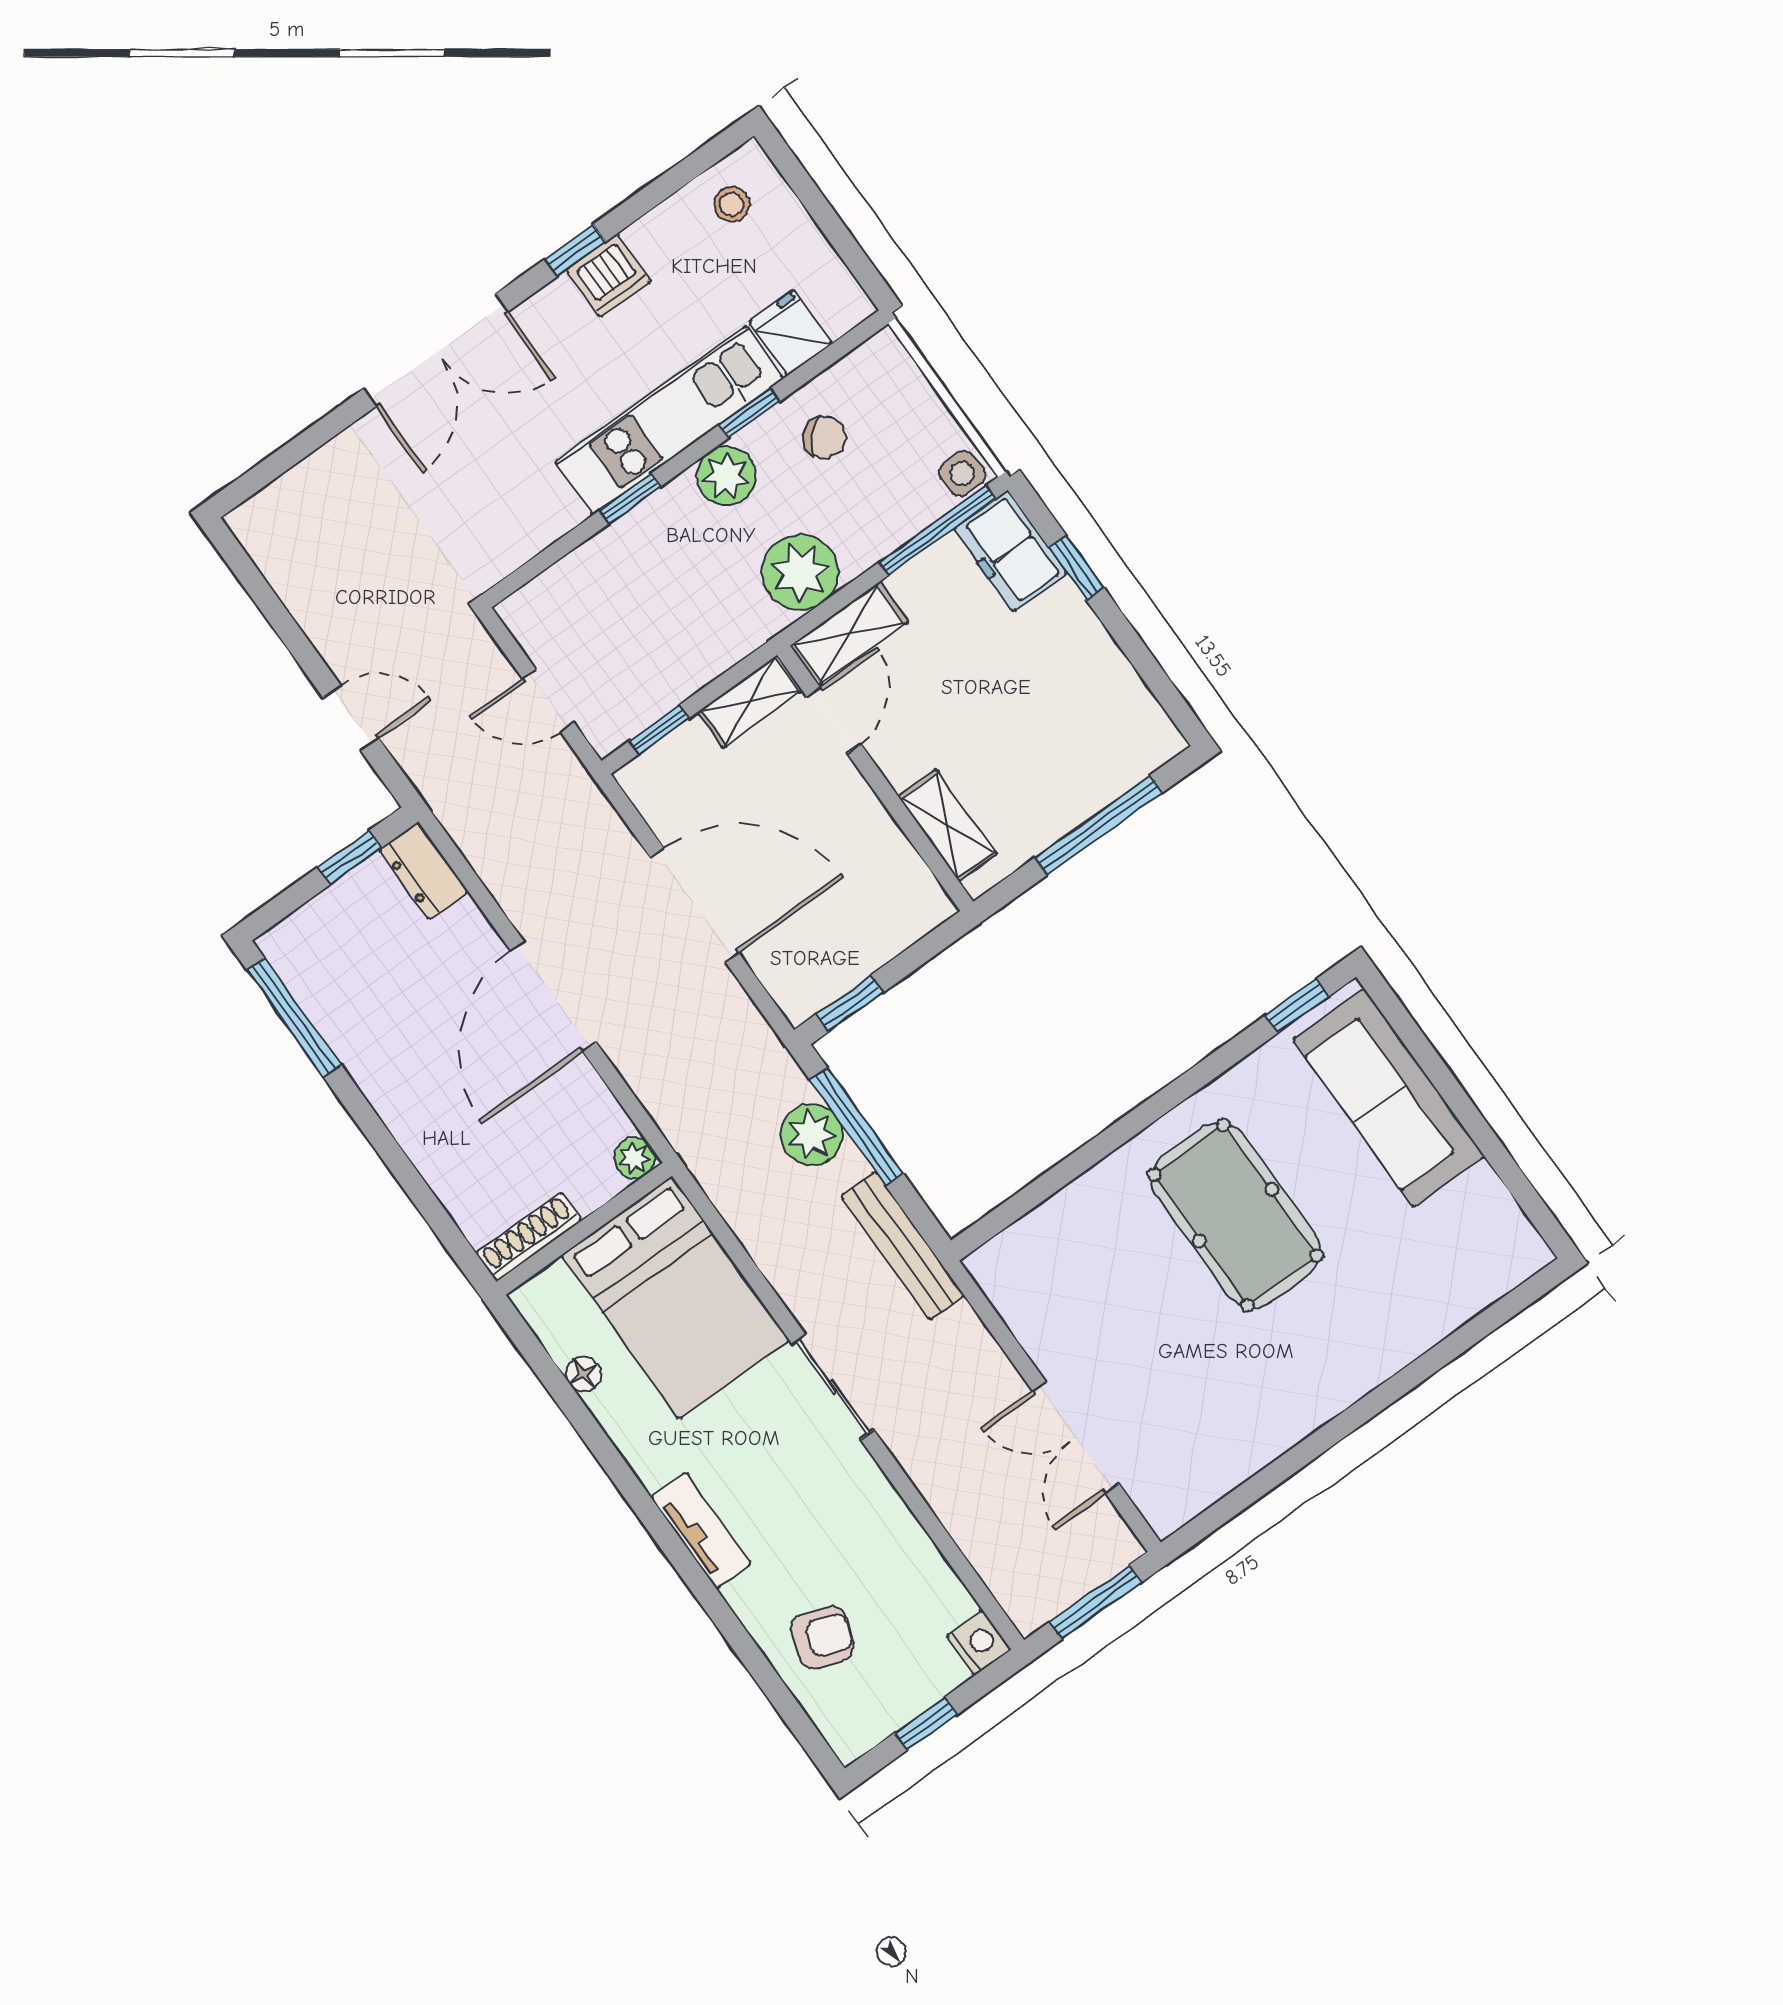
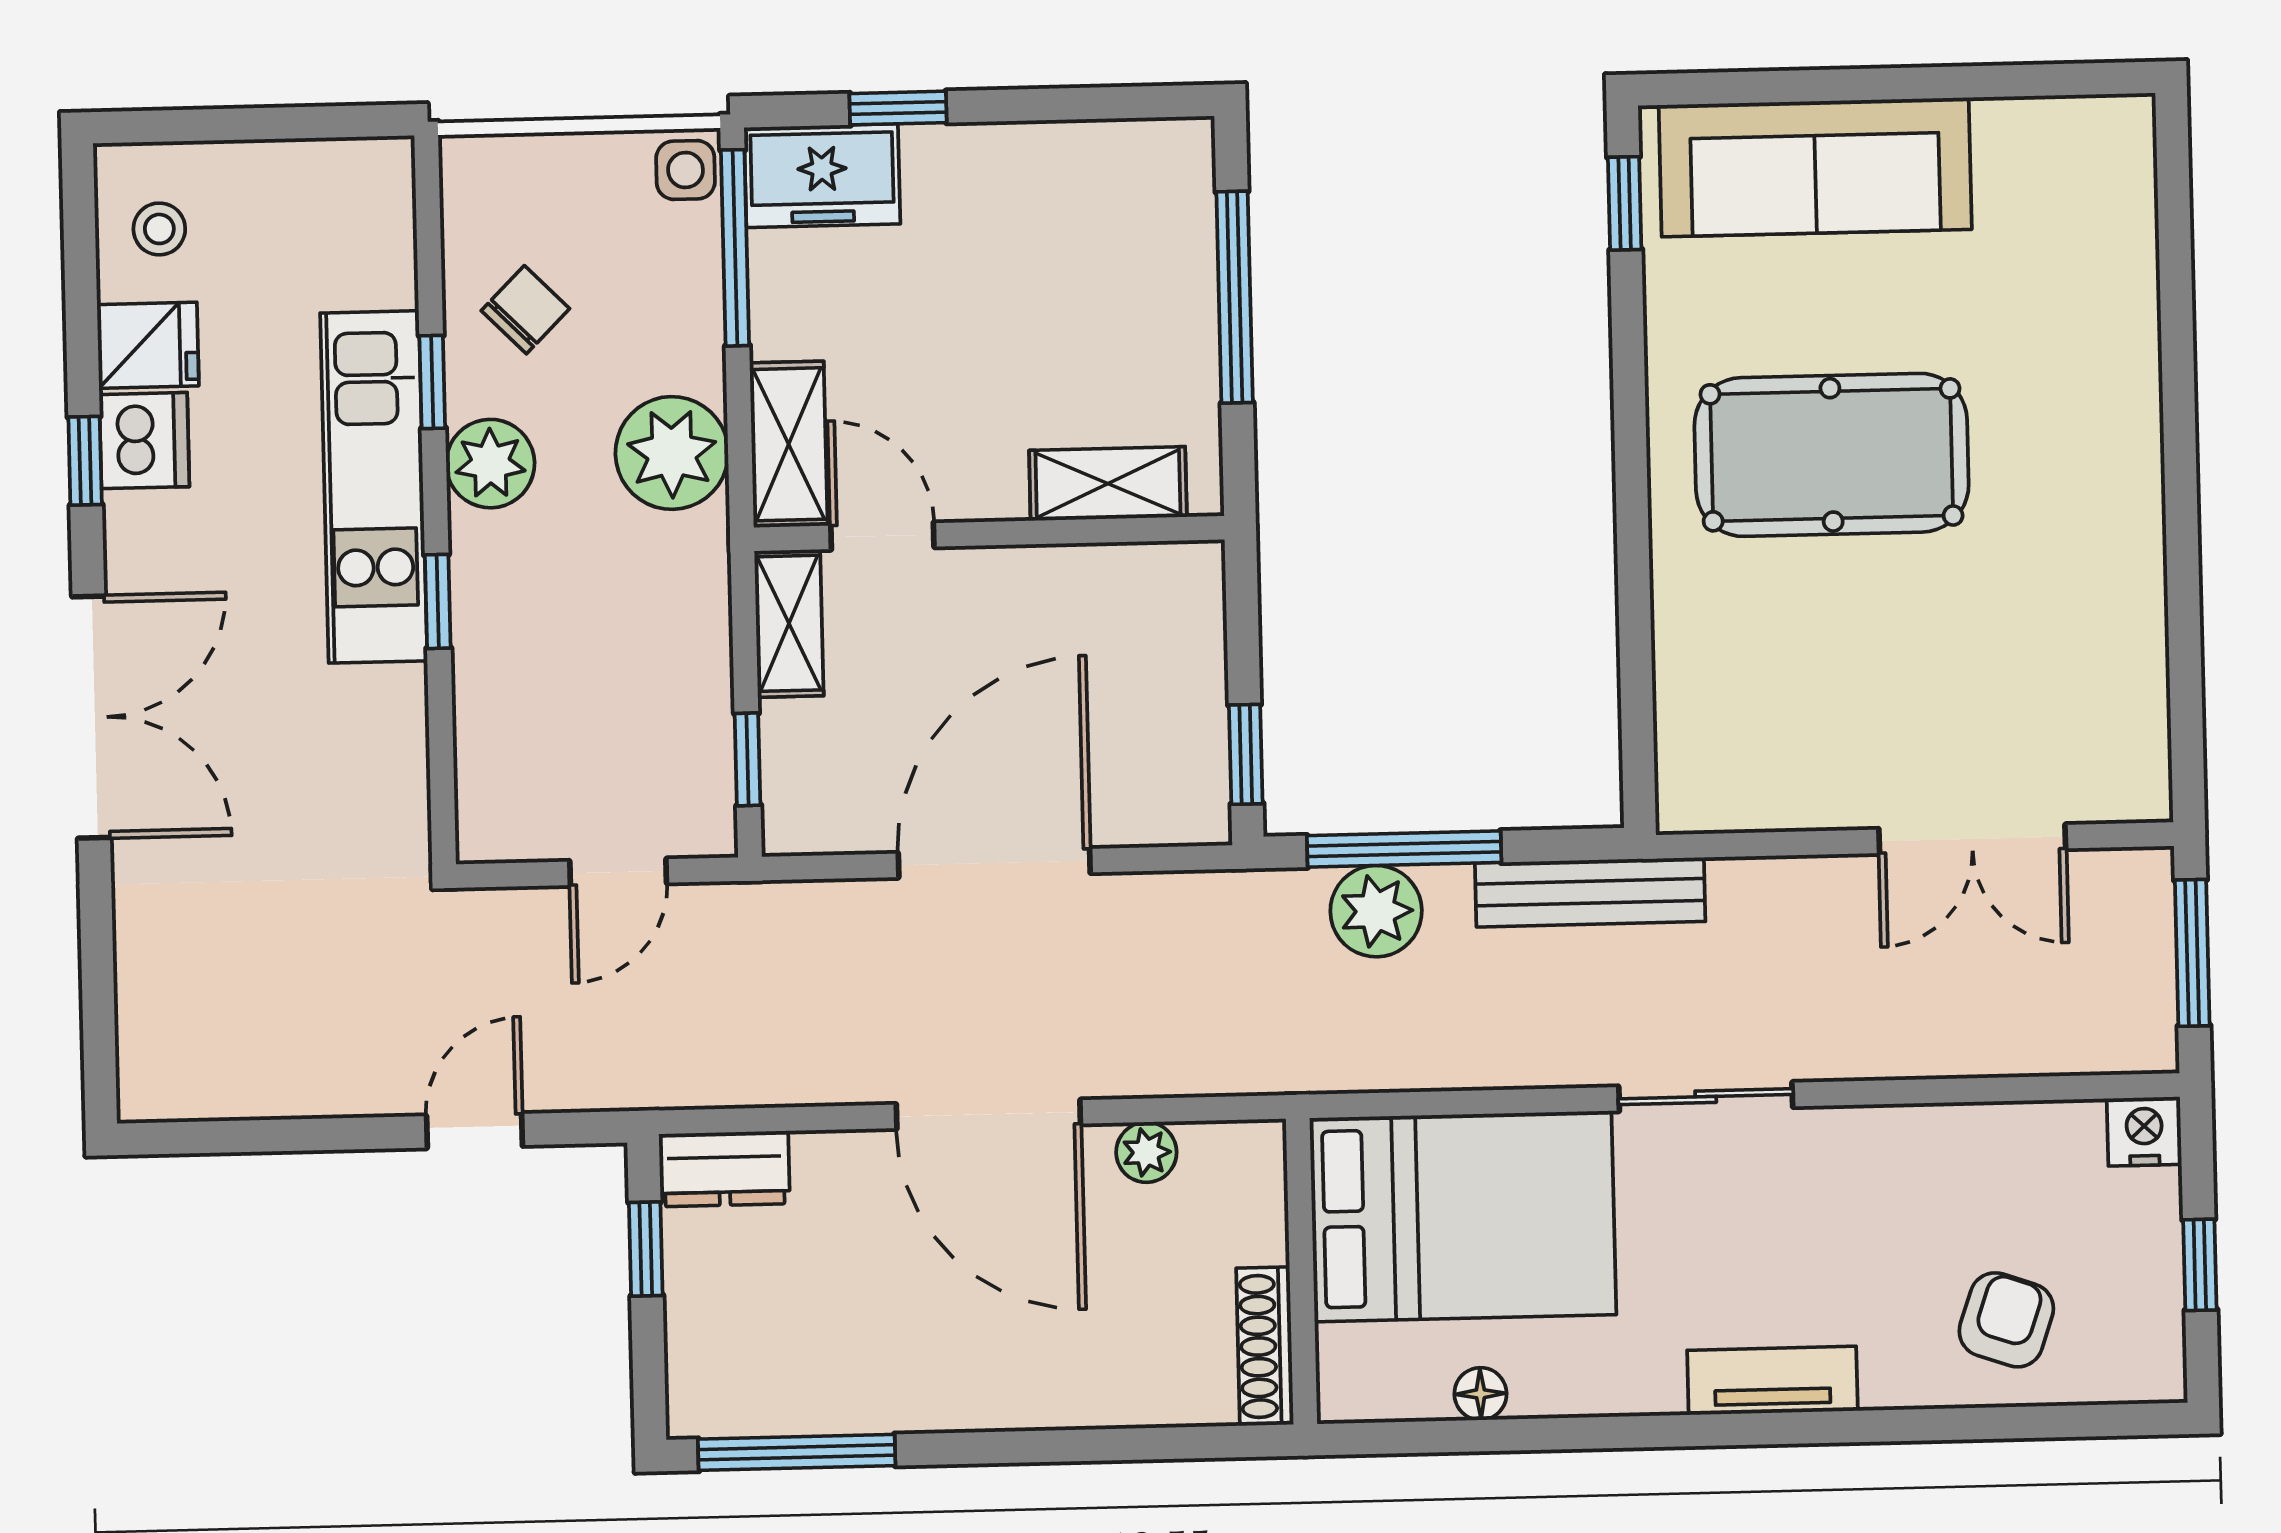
fridge: (791, 333) -> (148, 345), moved, turned 180
plant: (635, 1158) -> (1146, 1152), moved

